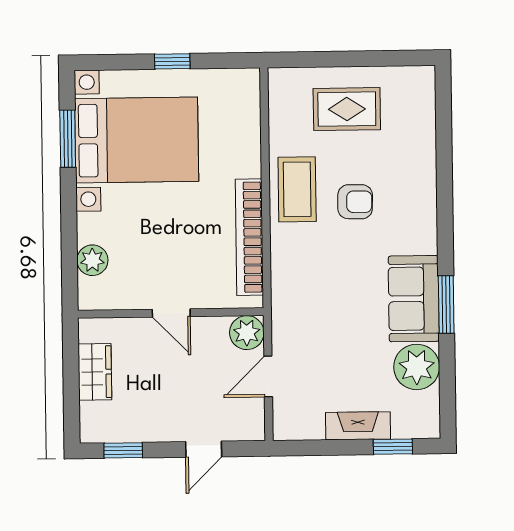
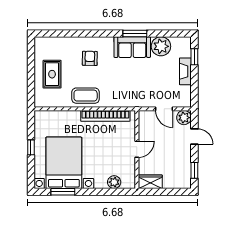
armchair: (355, 202) -> (90, 58), moved
plant: (247, 333) -> (184, 118), moved
wardrobe: (95, 372) -> (150, 182), moved

